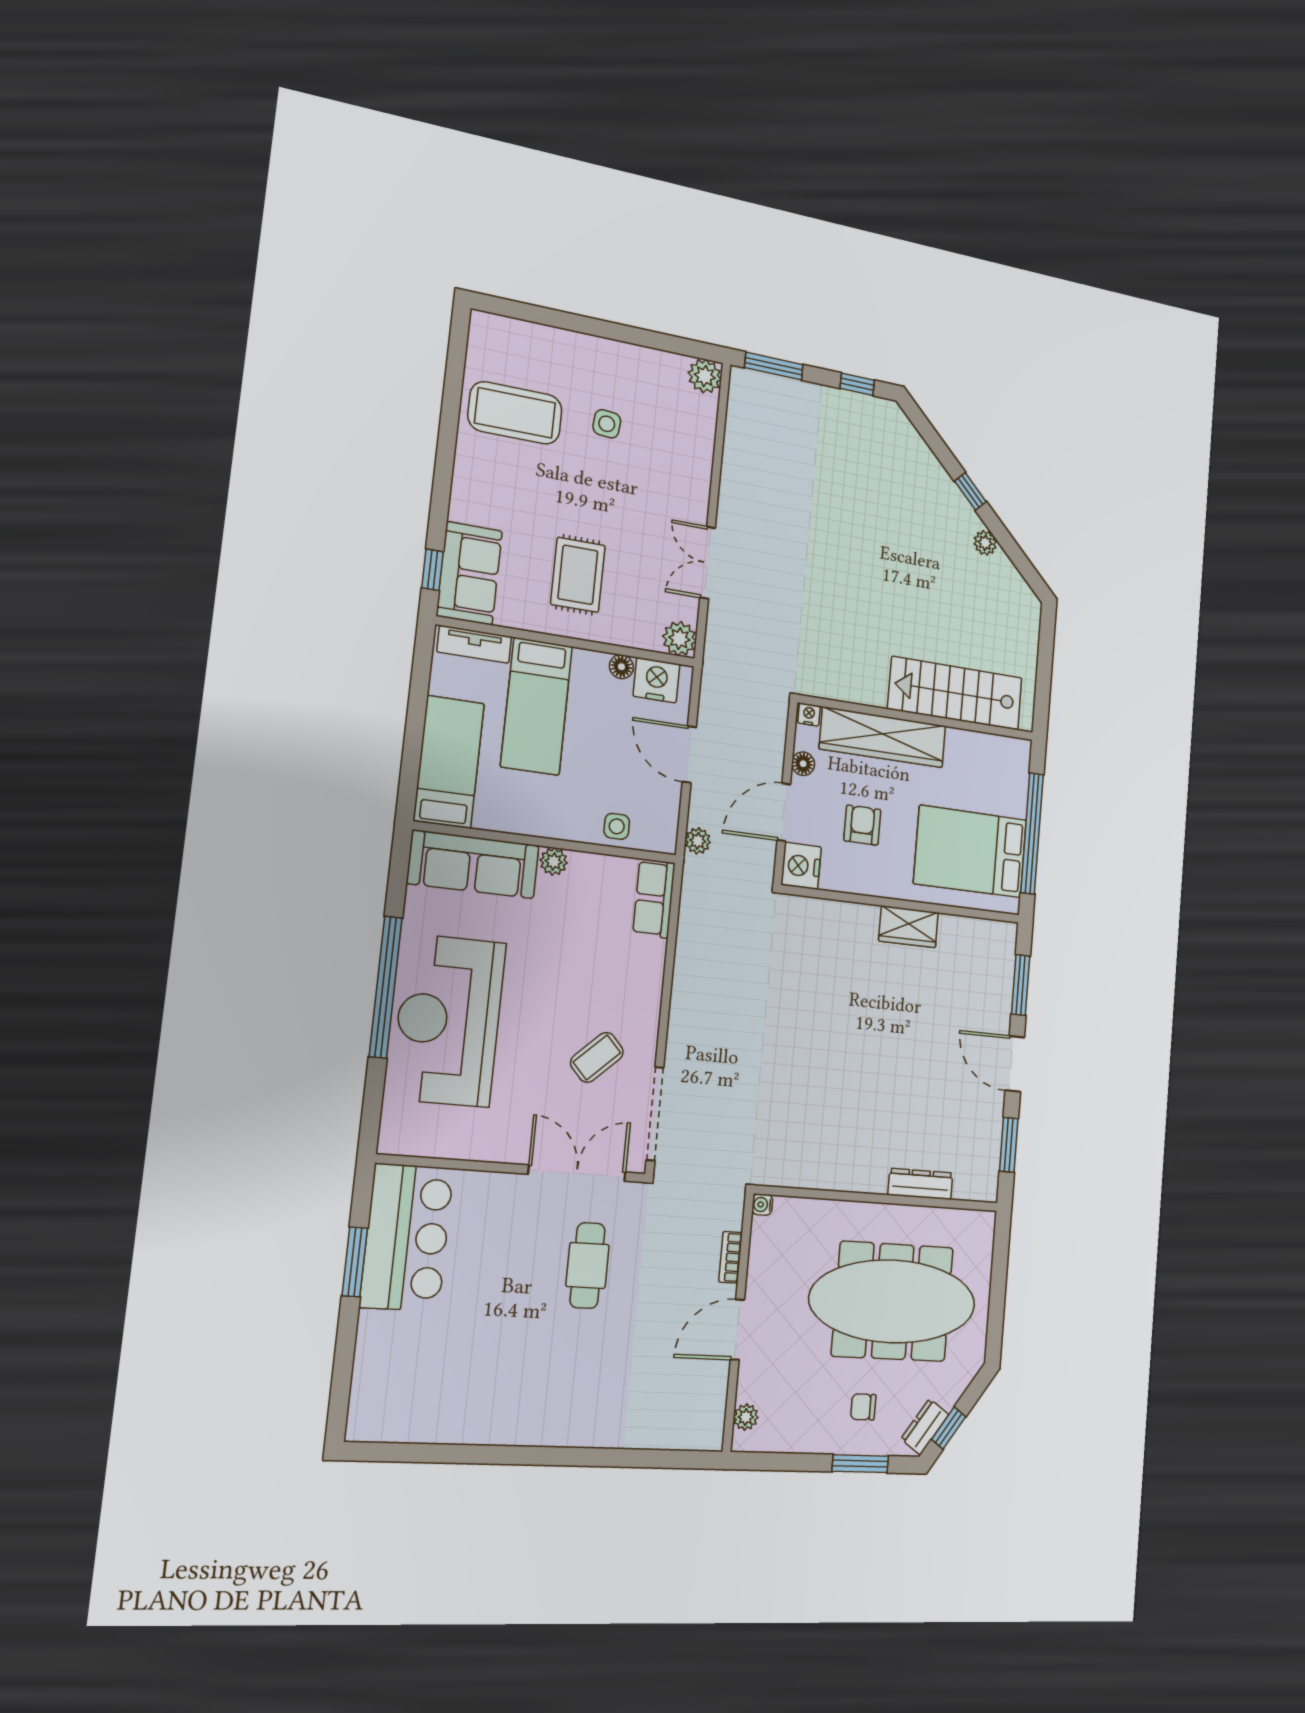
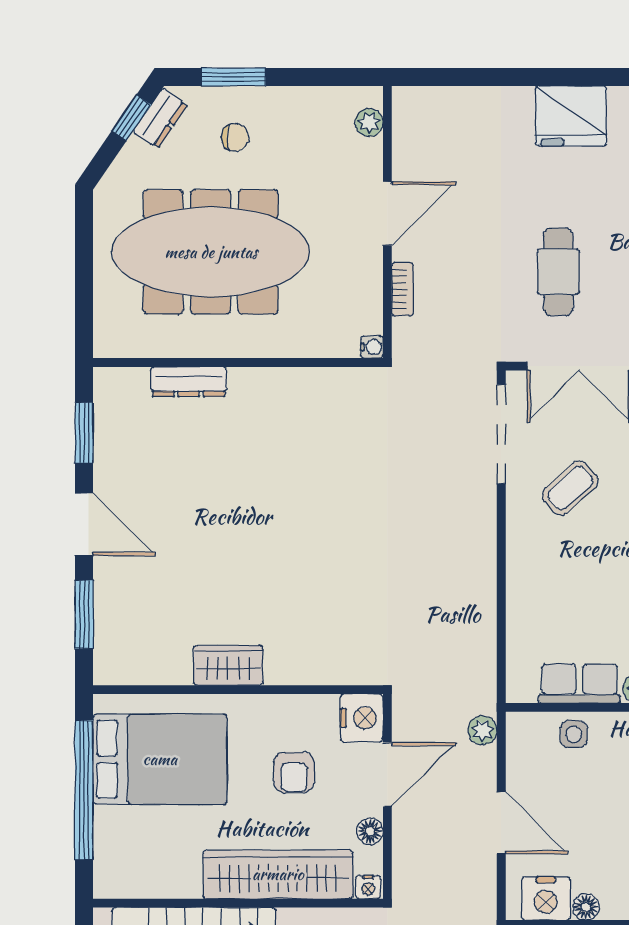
row of seats: (654, 899) -> (579, 684), moved, turned -90
fridge: (560, 1418) -> (571, 116), added

